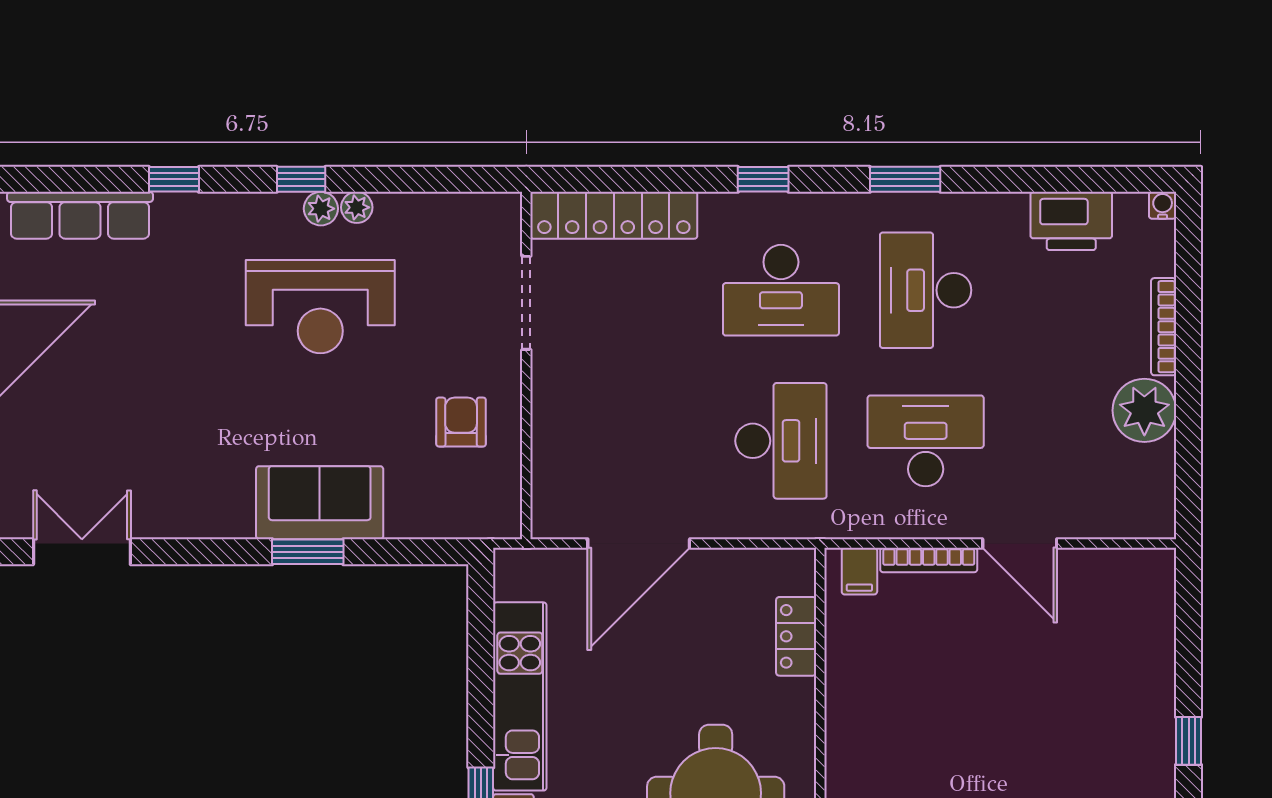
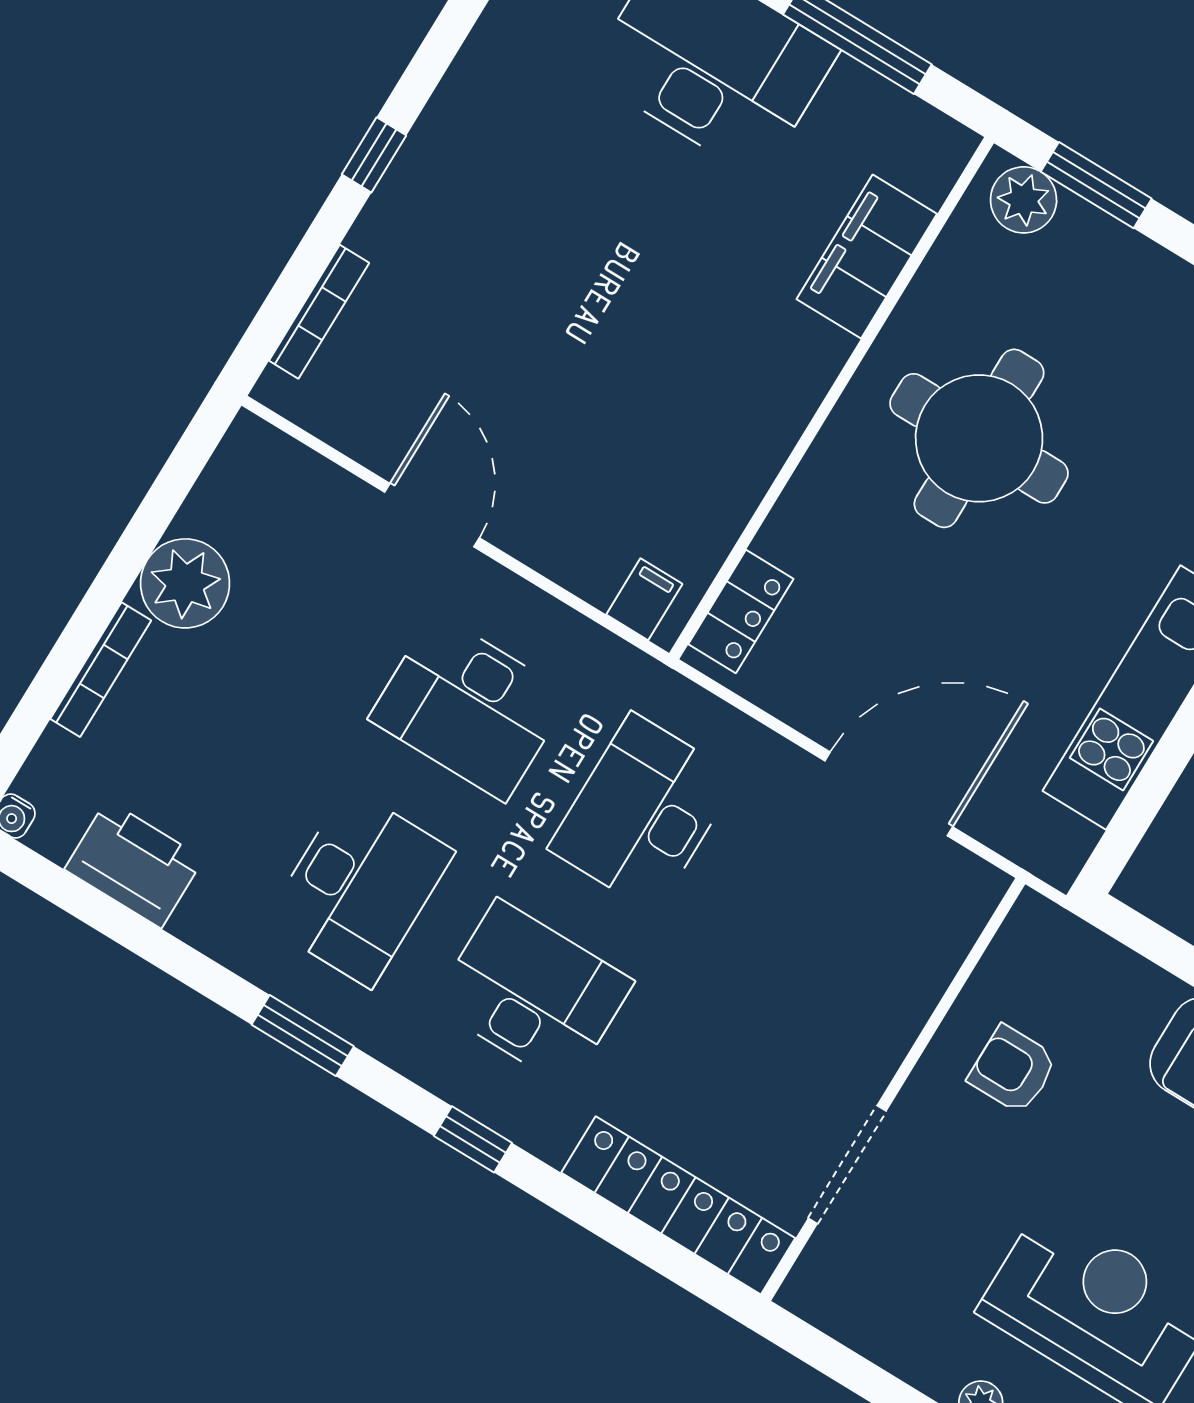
armchair: (461, 422) -> (1013, 1069), turned 90
bookcase: (929, 560) -> (319, 312), moved, turned 90
locker: (796, 636) -> (741, 611), moved

